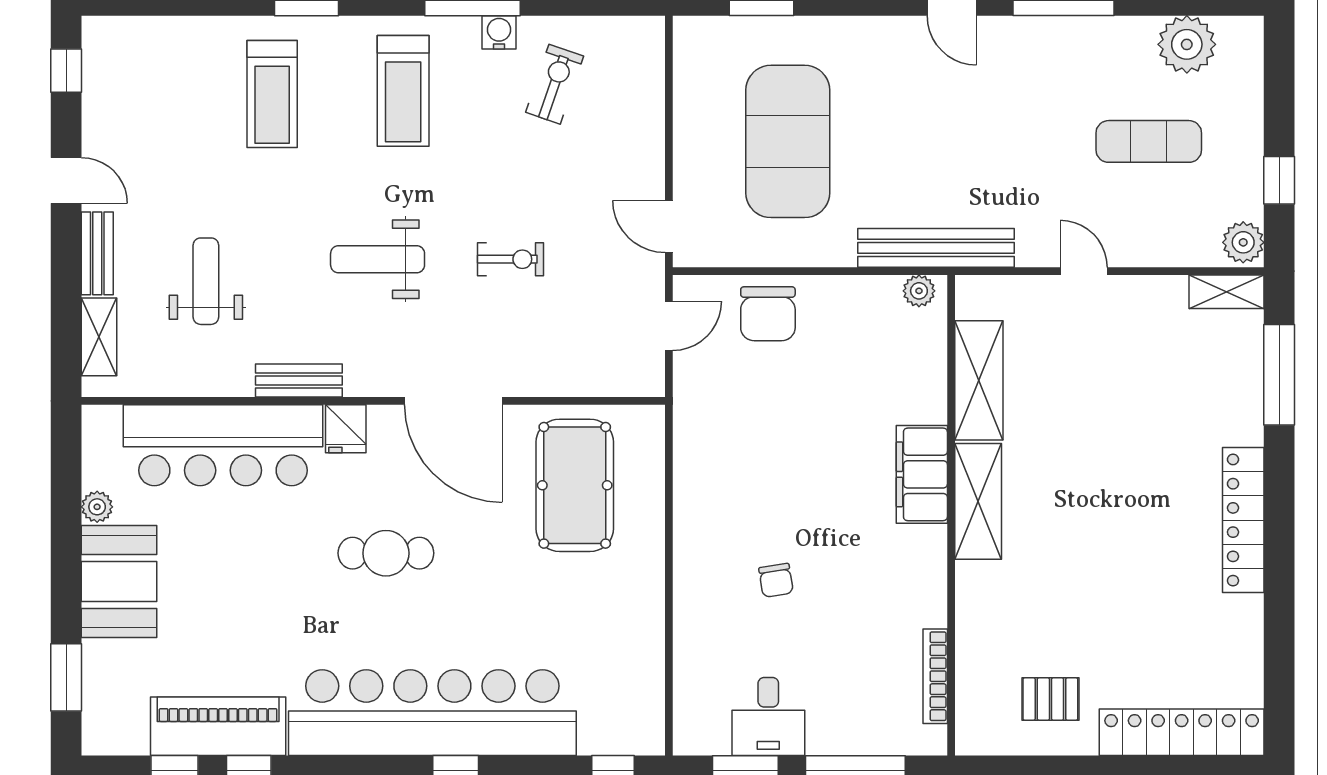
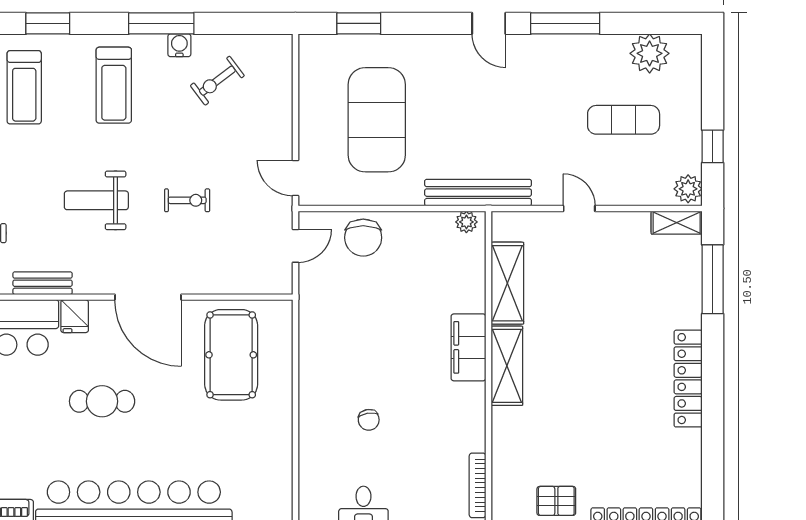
exercise bike: (555, 84) -> (217, 81), turned -146

